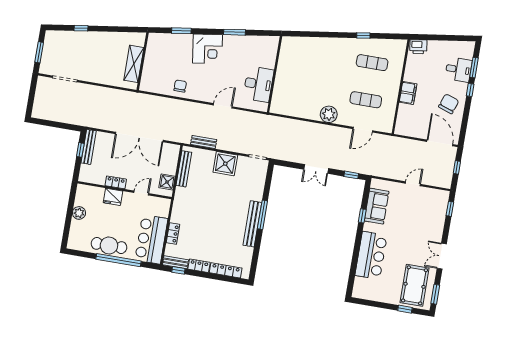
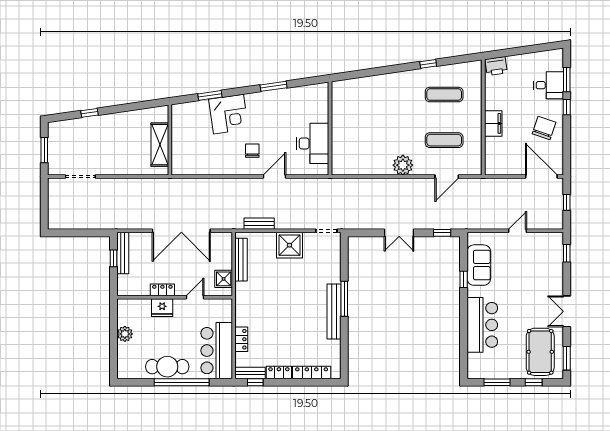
corner desk: (208, 49) -> (229, 114), moved
chair: (180, 86) -> (252, 151), moved
window: (375, 304) -> (497, 382), added

